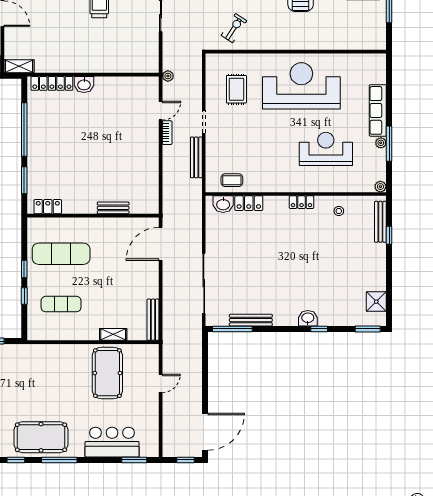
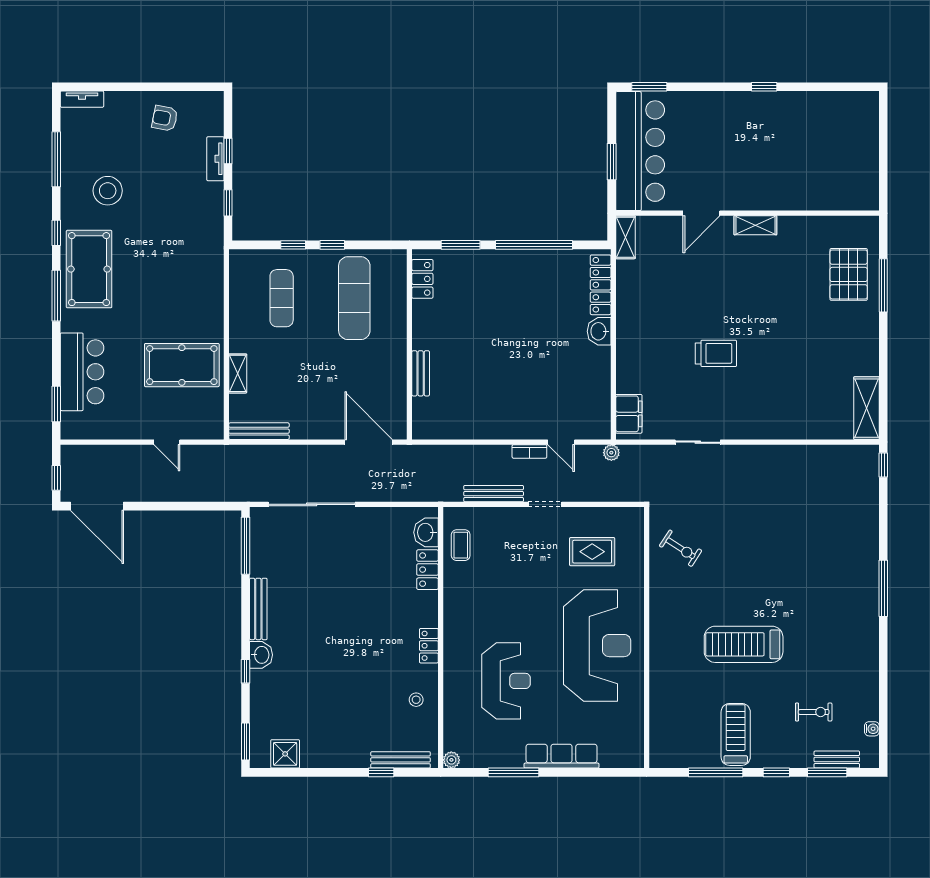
filing cabinet: (141, 64) -> (629, 414), added
plant: (381, 143) -> (515, 760), removed
bench: (251, 320) -> (258, 609), moved

